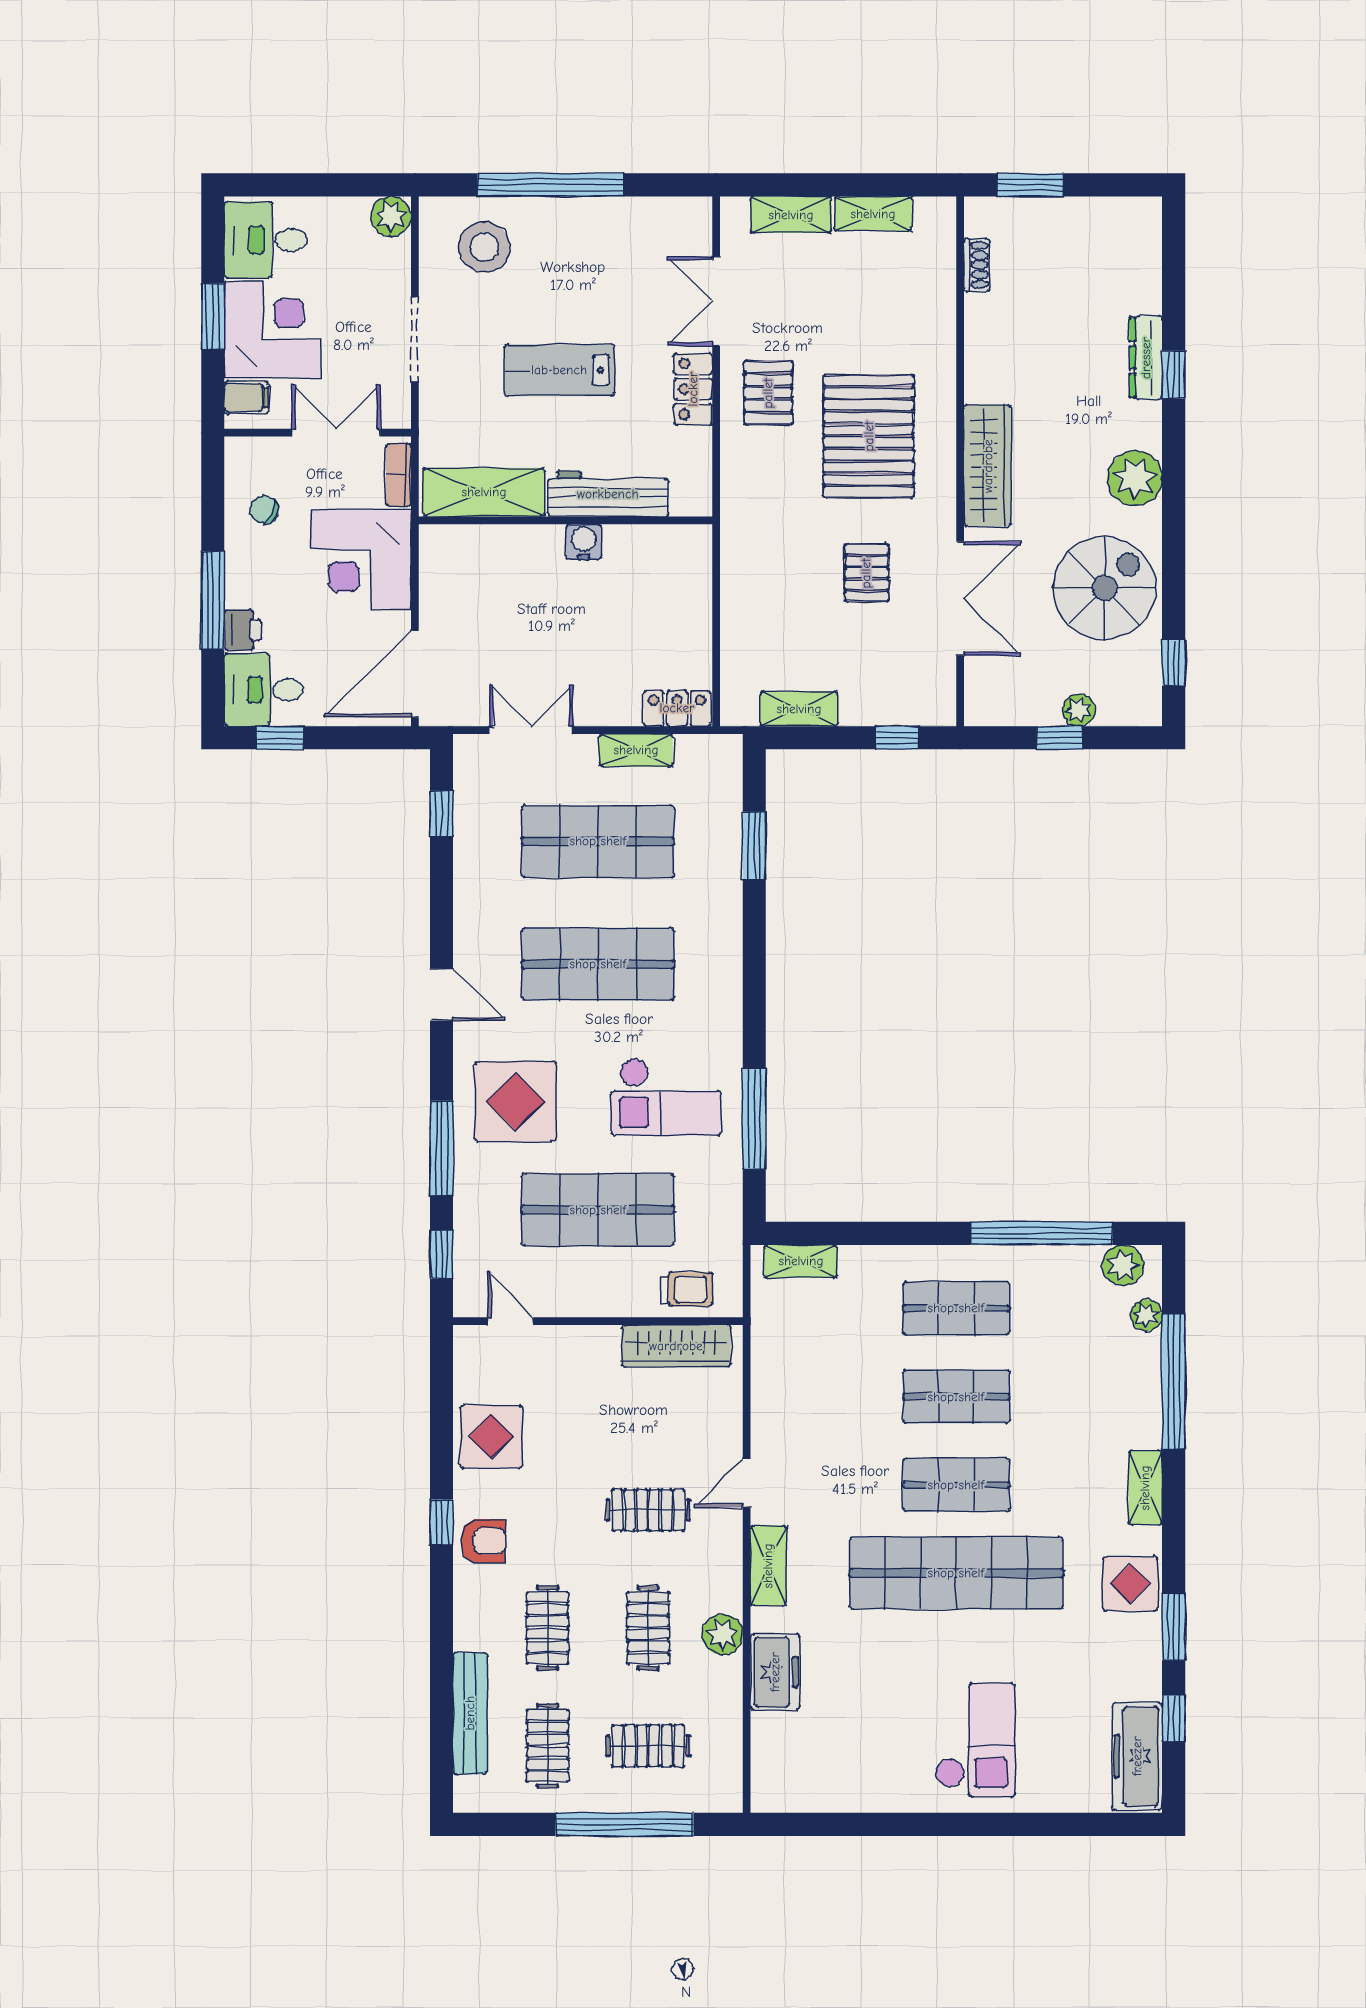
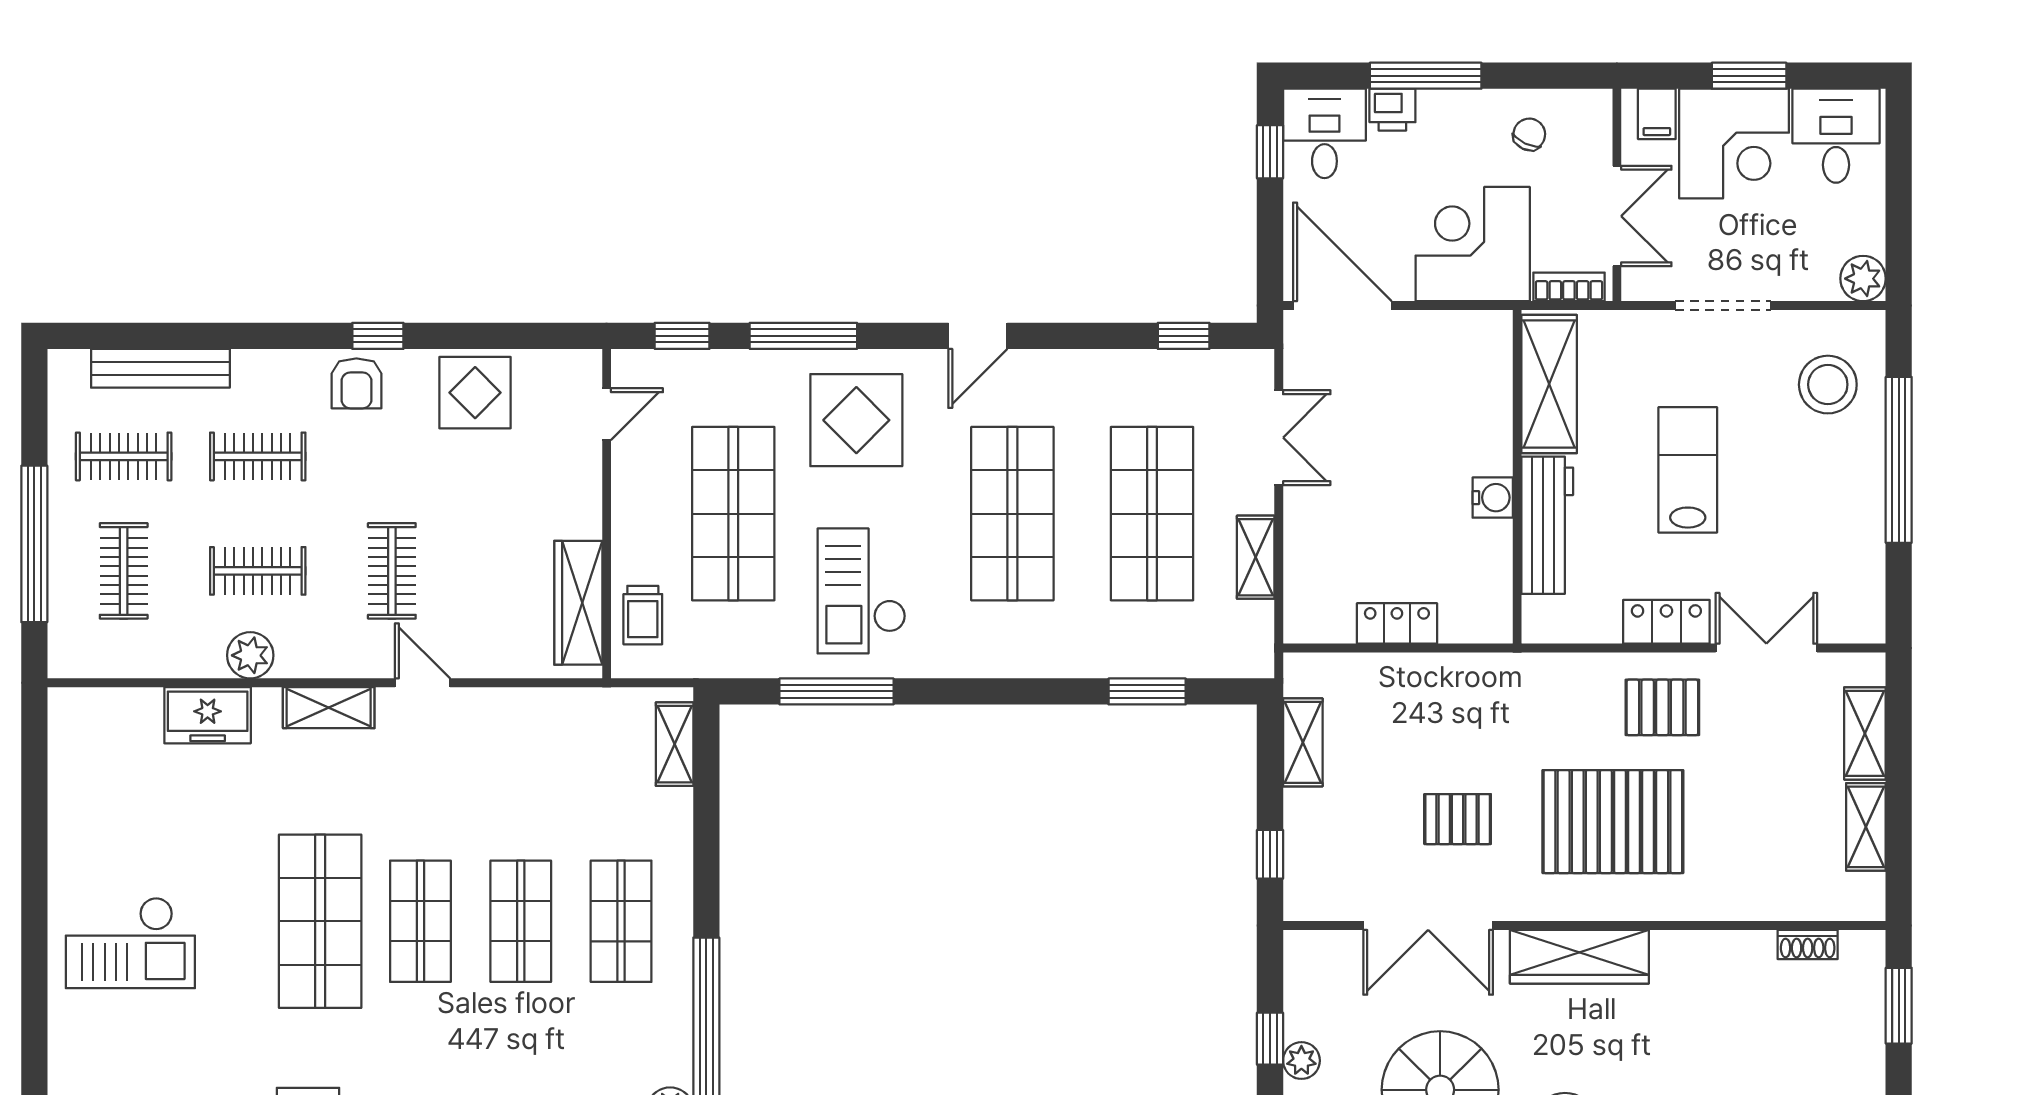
locker: (677, 708) -> (1397, 623), moved, turned -90
shop shelf: (956, 1573) -> (320, 921), width x0.71

